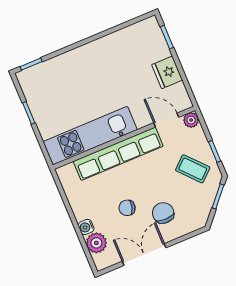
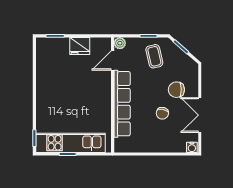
kitchen unit: (90, 136) -> (70, 143), moved, turned 90
coffee table: (193, 169) -> (154, 56), turned -61
water cooler: (86, 227) -> (192, 147), moved
plant: (96, 243) -> (178, 145), removed

